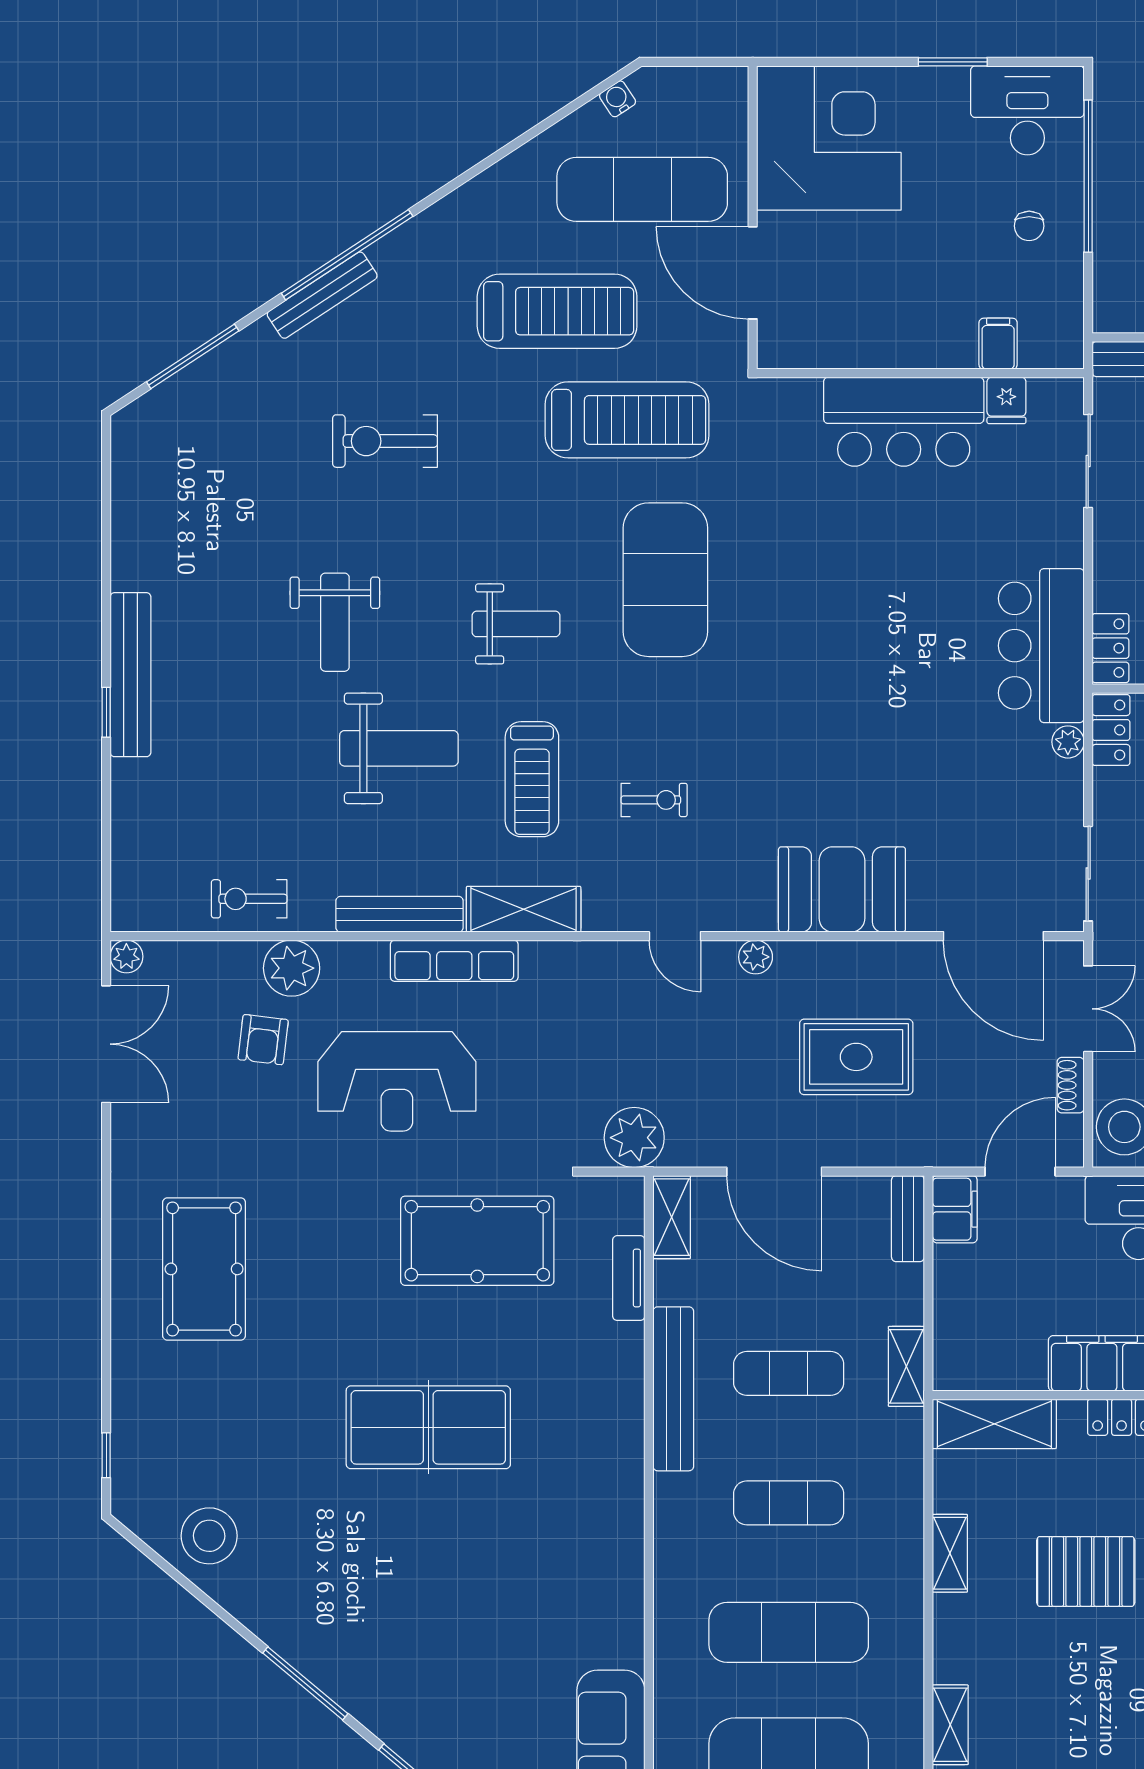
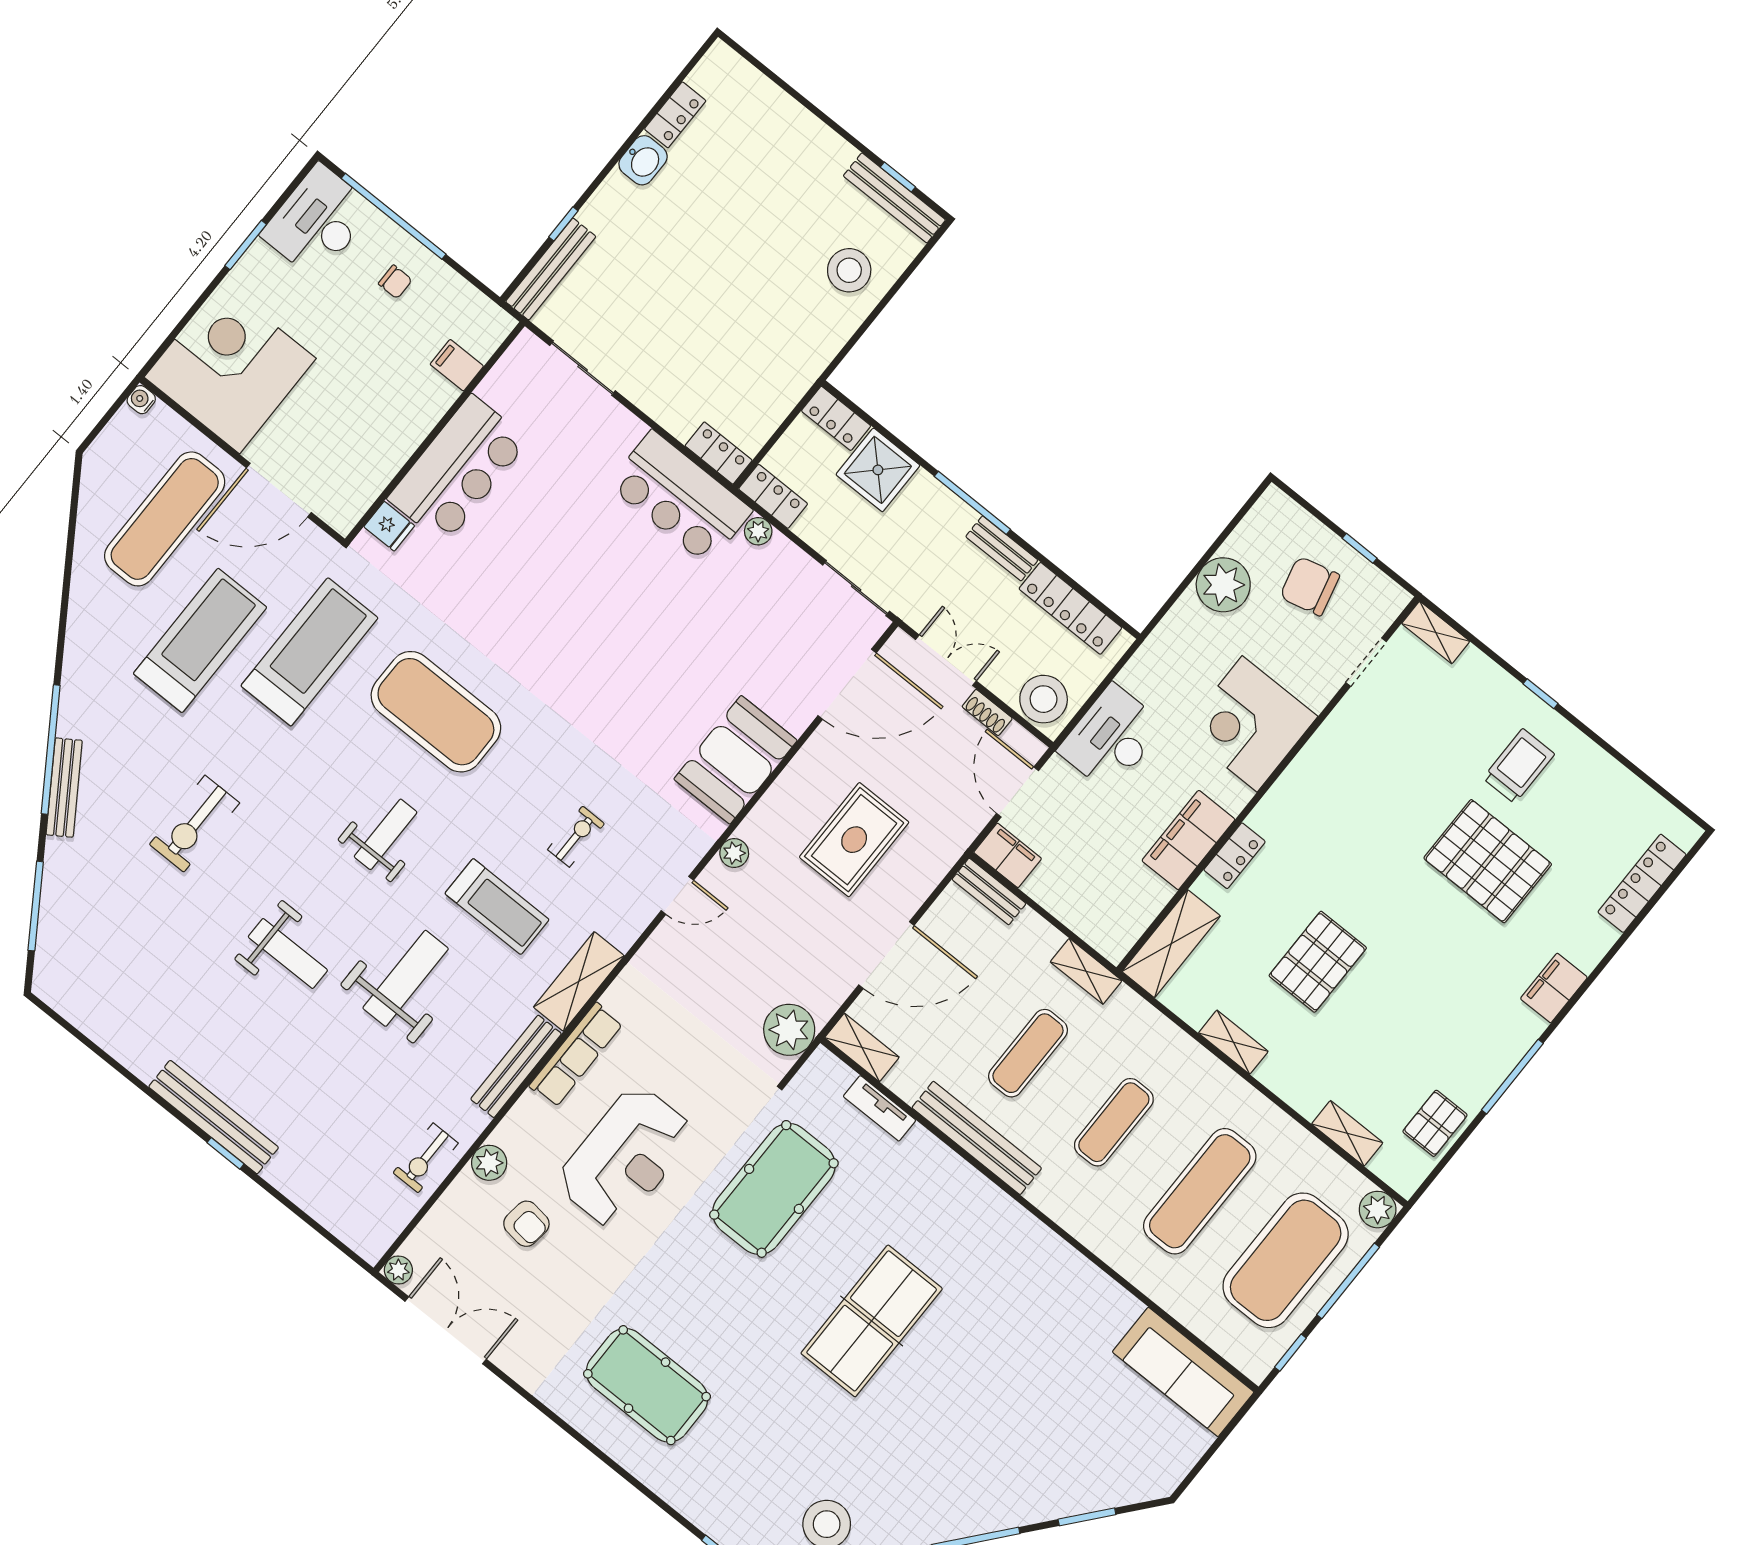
water cooler: (618, 99) -> (141, 400), moved, turned 33
fridge: (1006, 400) -> (389, 526), moved
plant: (292, 968) -> (489, 1163), width x0.73, depth x0.73

